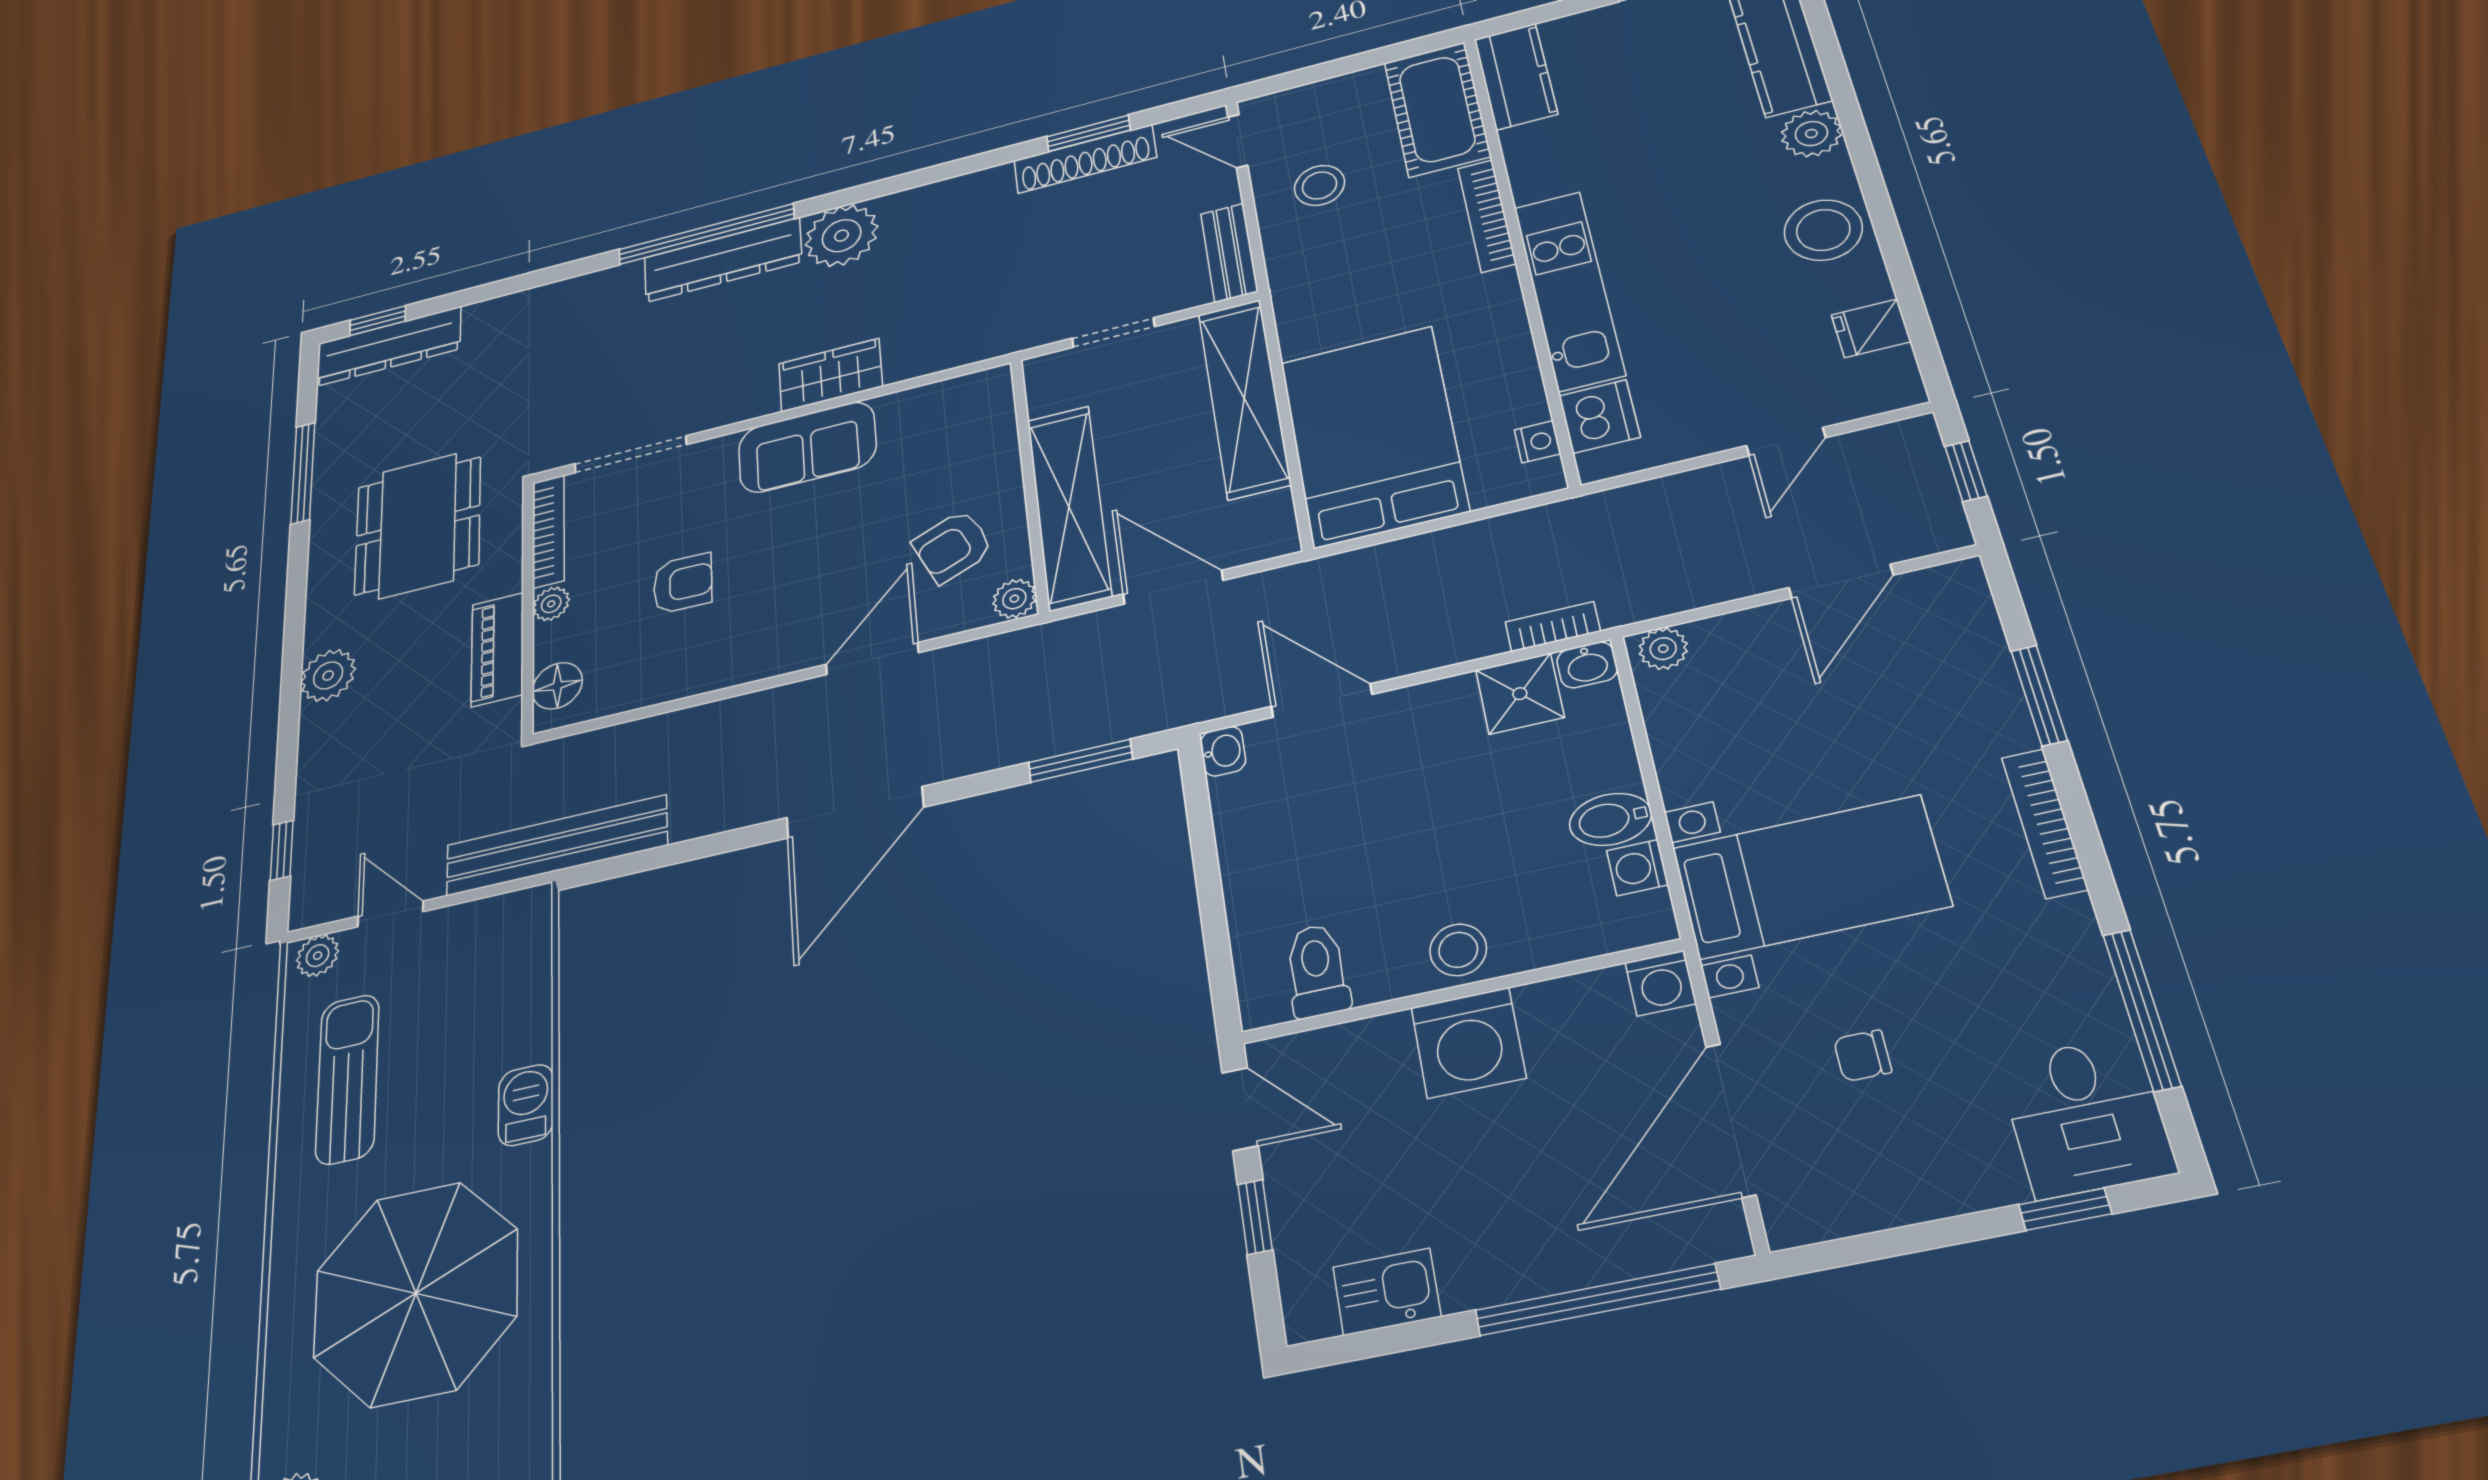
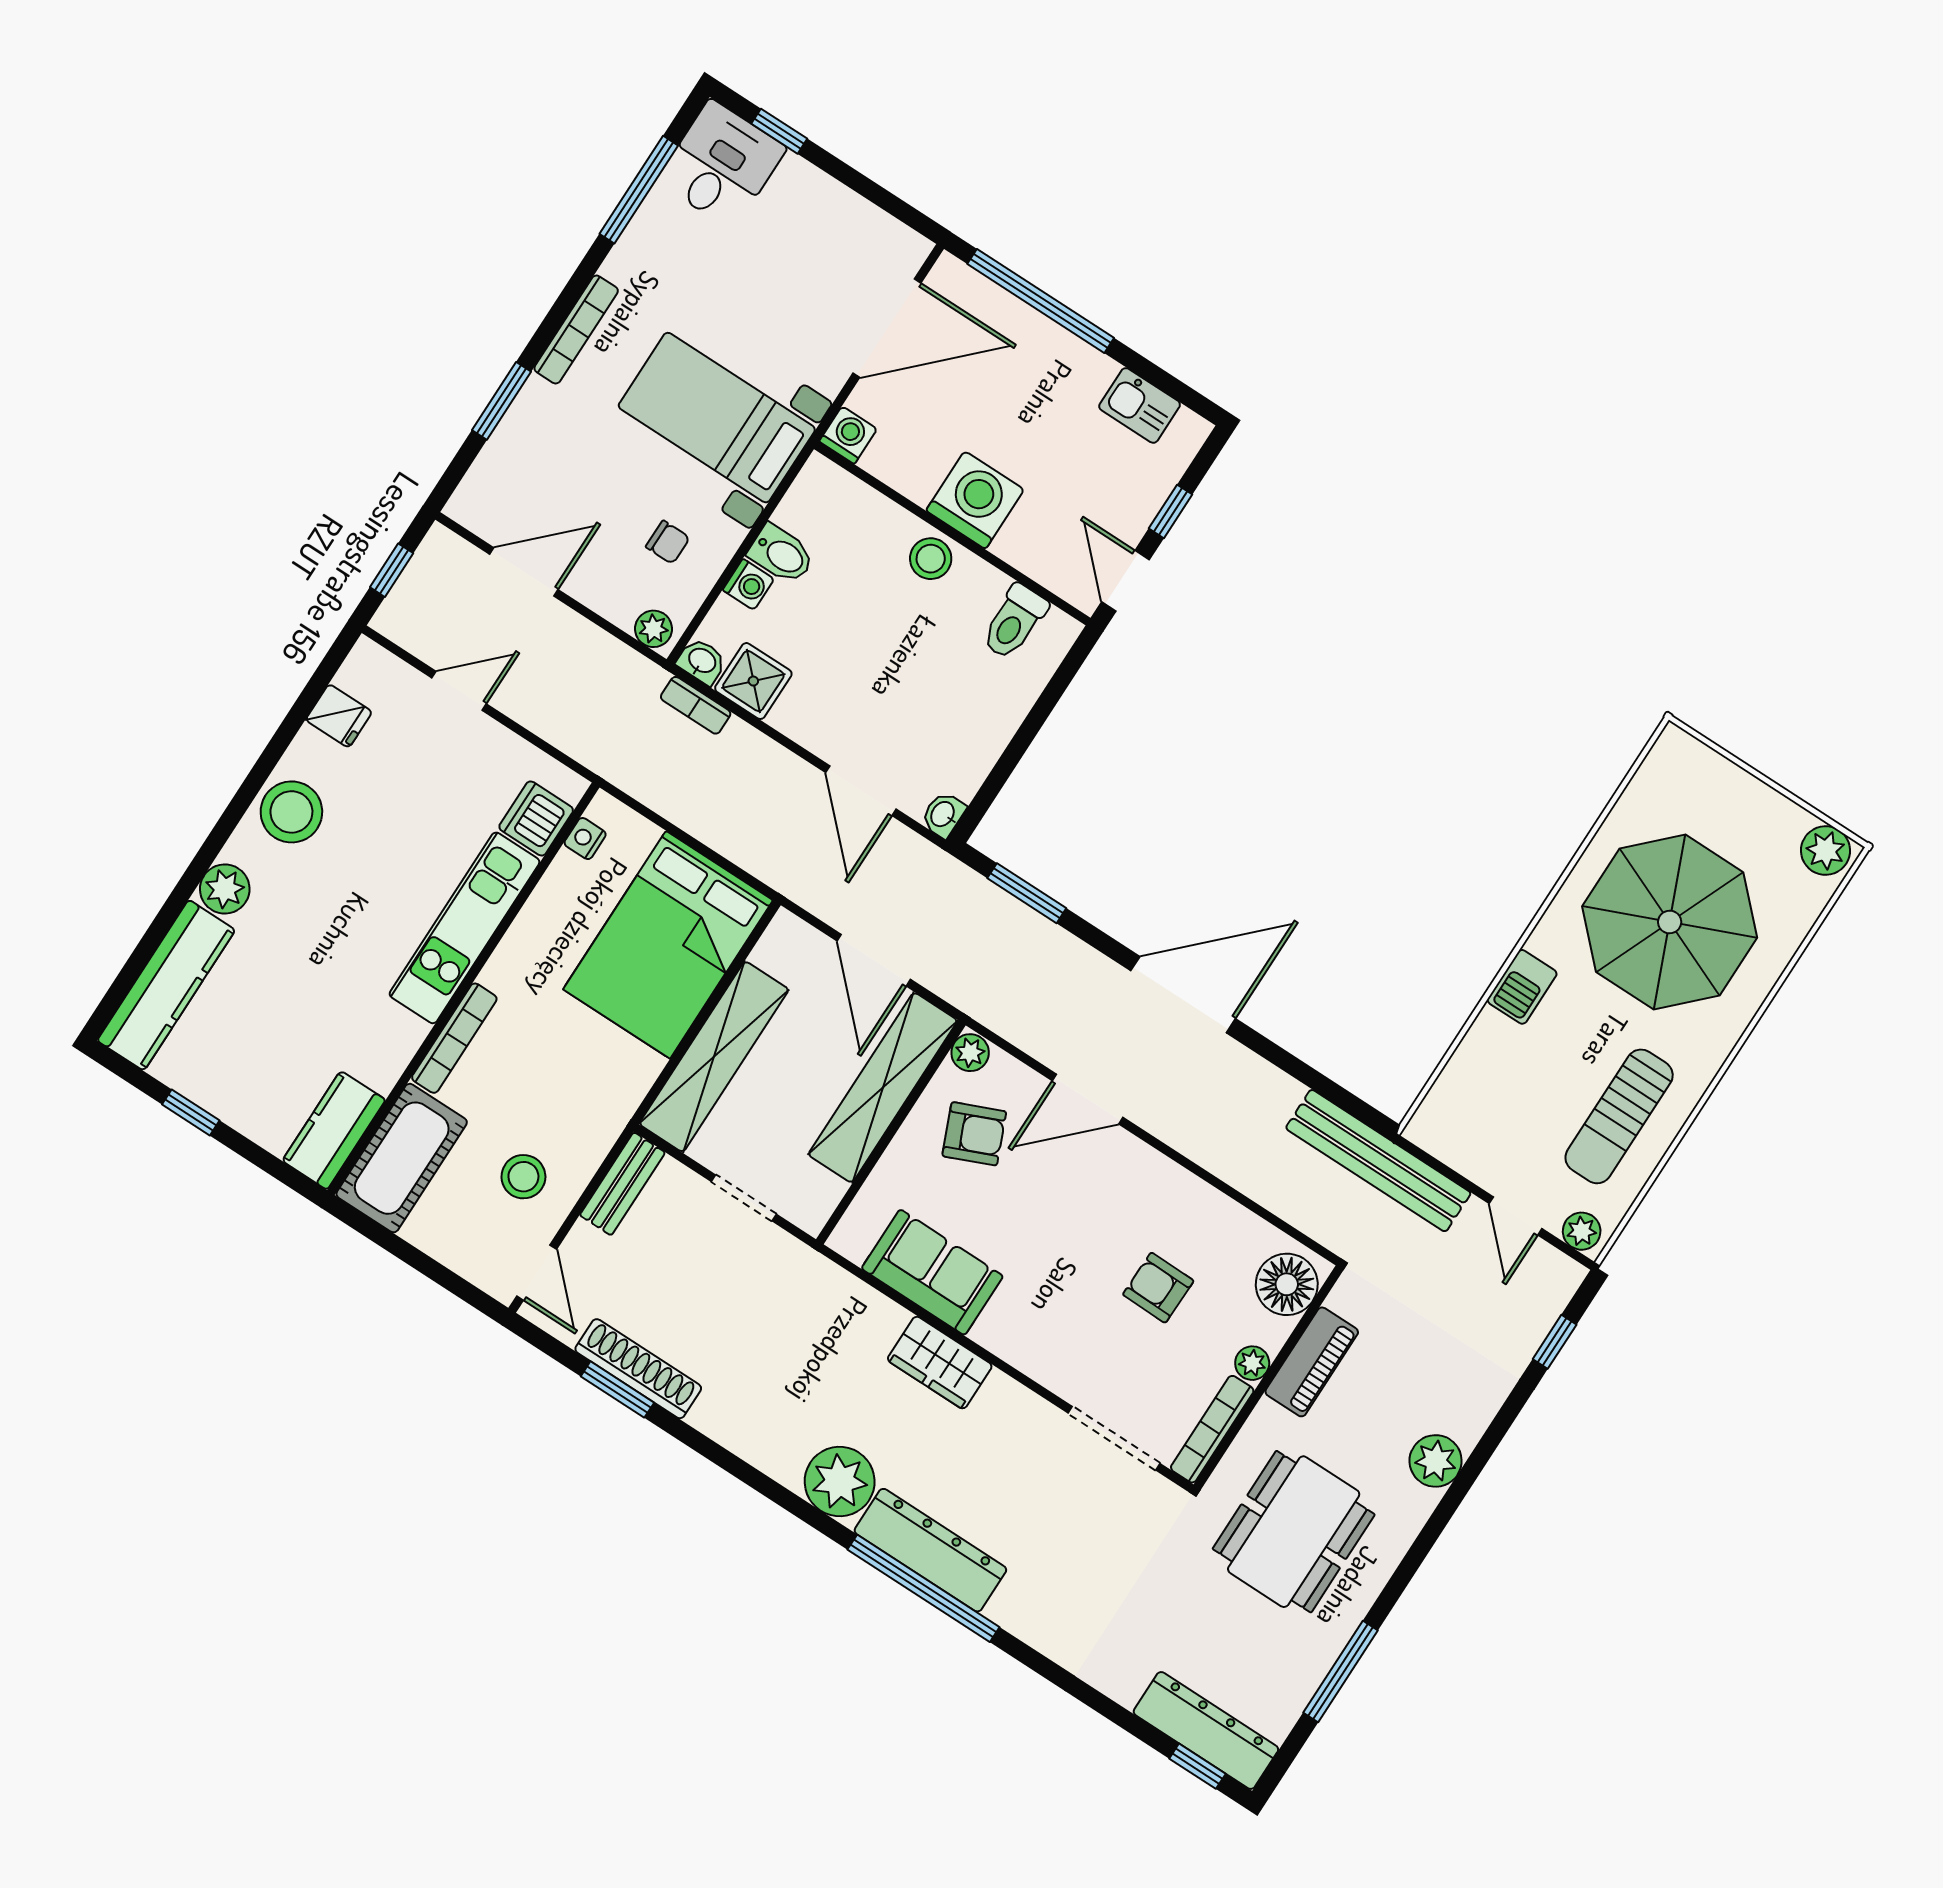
sofa: (807, 447) -> (932, 1272), moved
floor lamp: (557, 686) -> (1287, 1284), width x1.38, depth x1.38
washing machine: (1637, 868) -> (748, 584), moved
chair: (1863, 1056) -> (668, 542), moved

